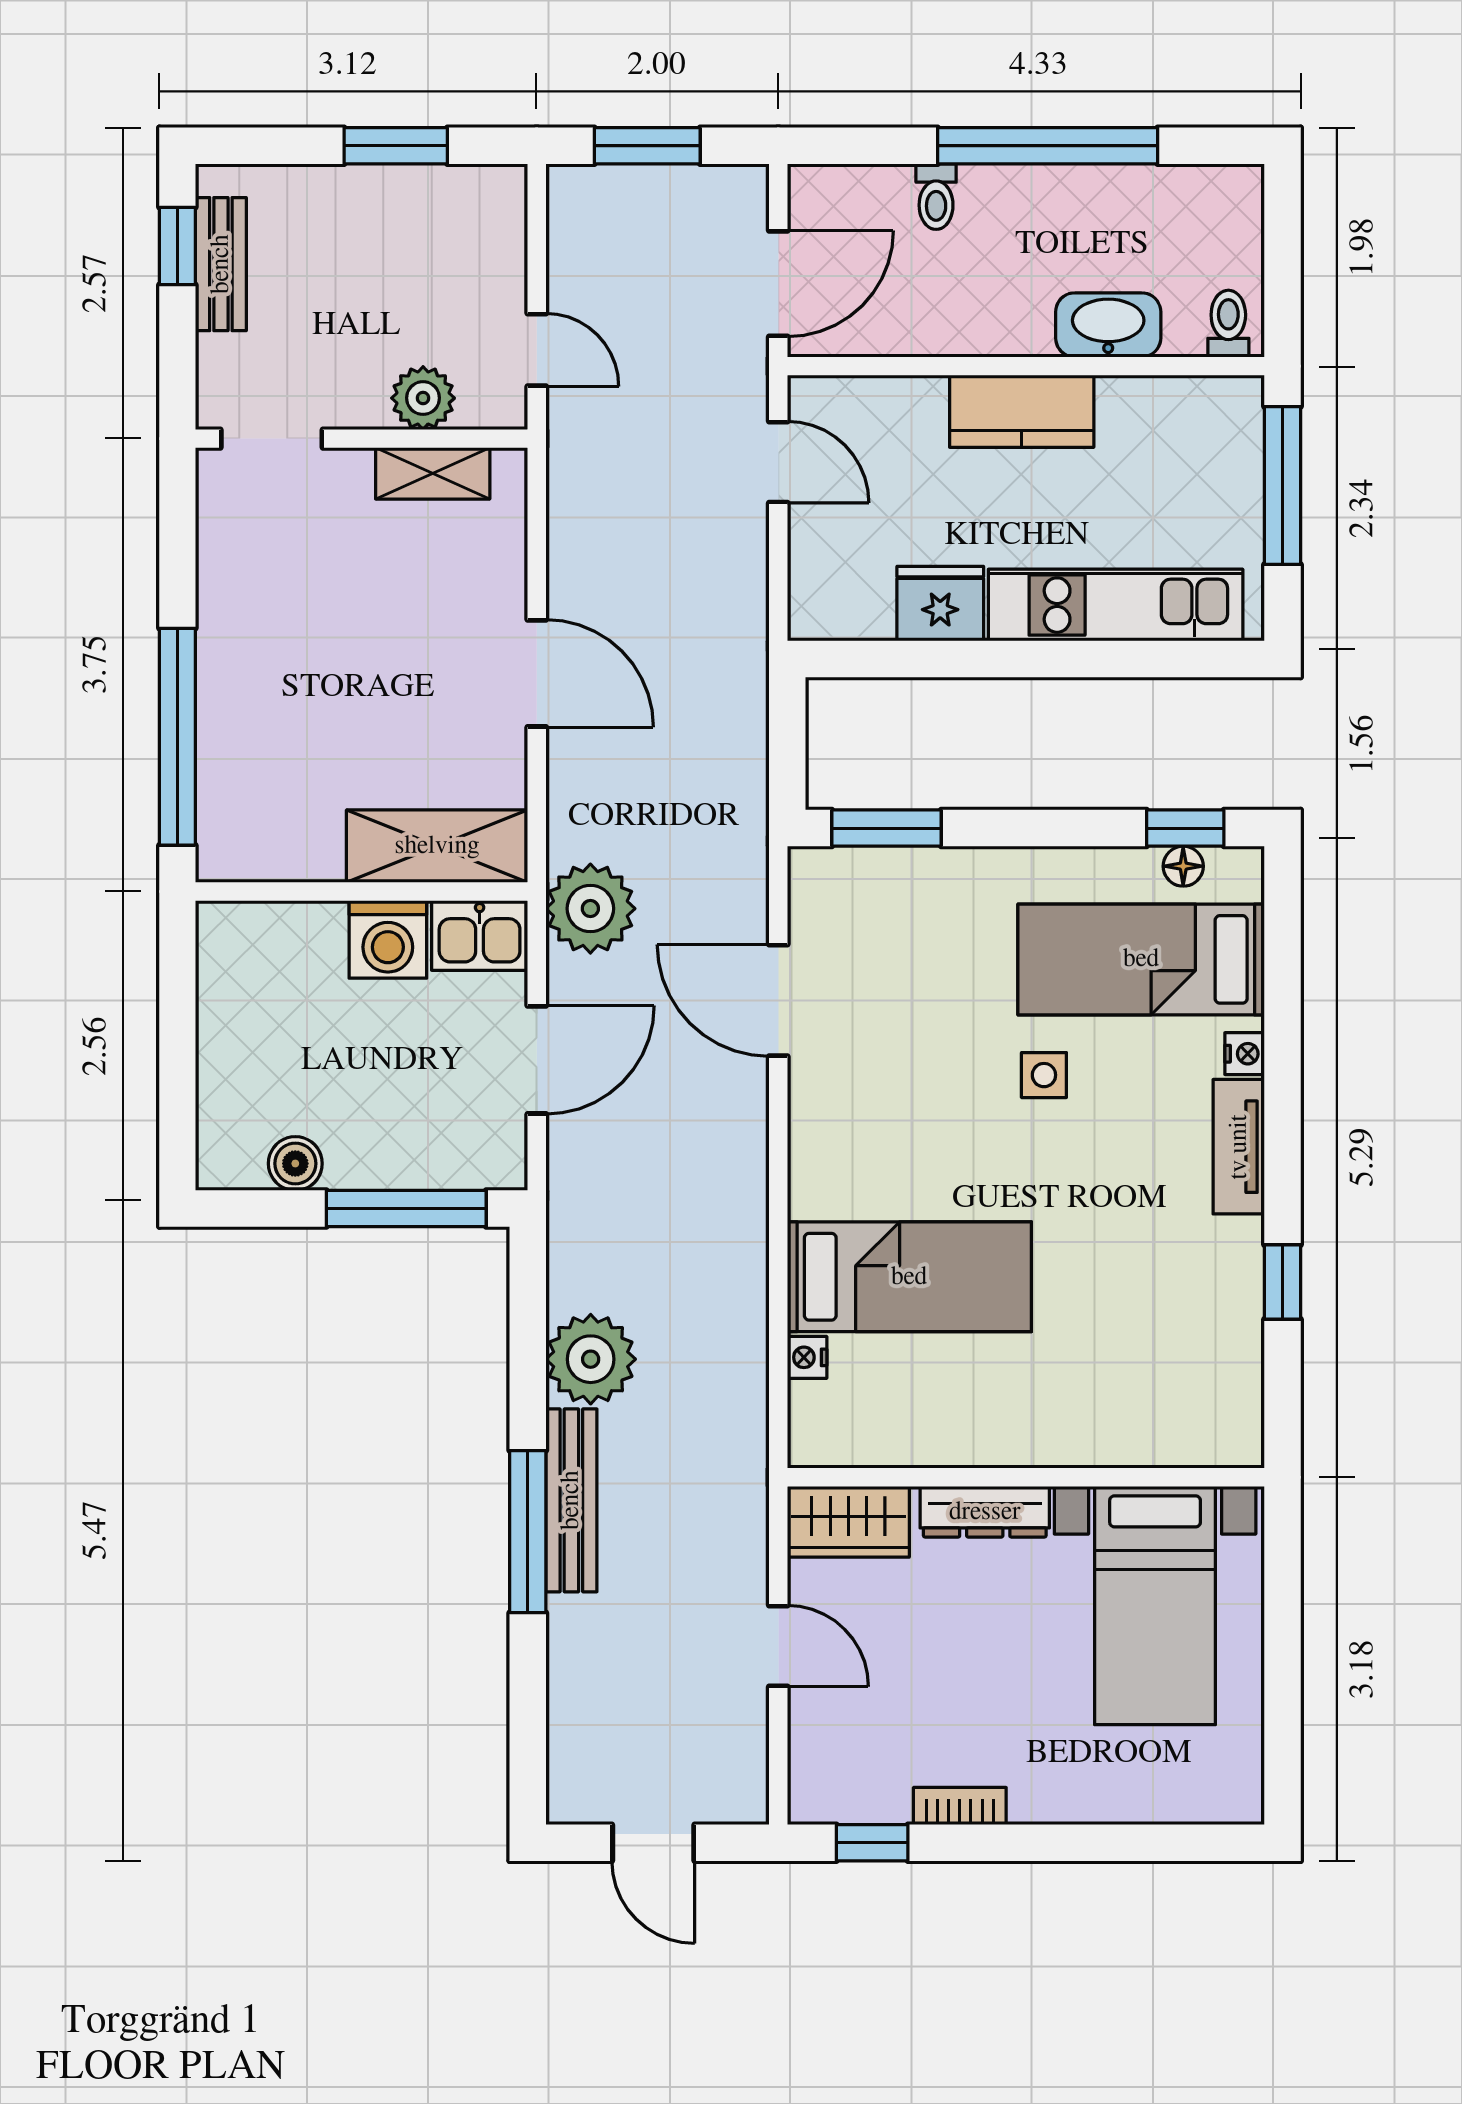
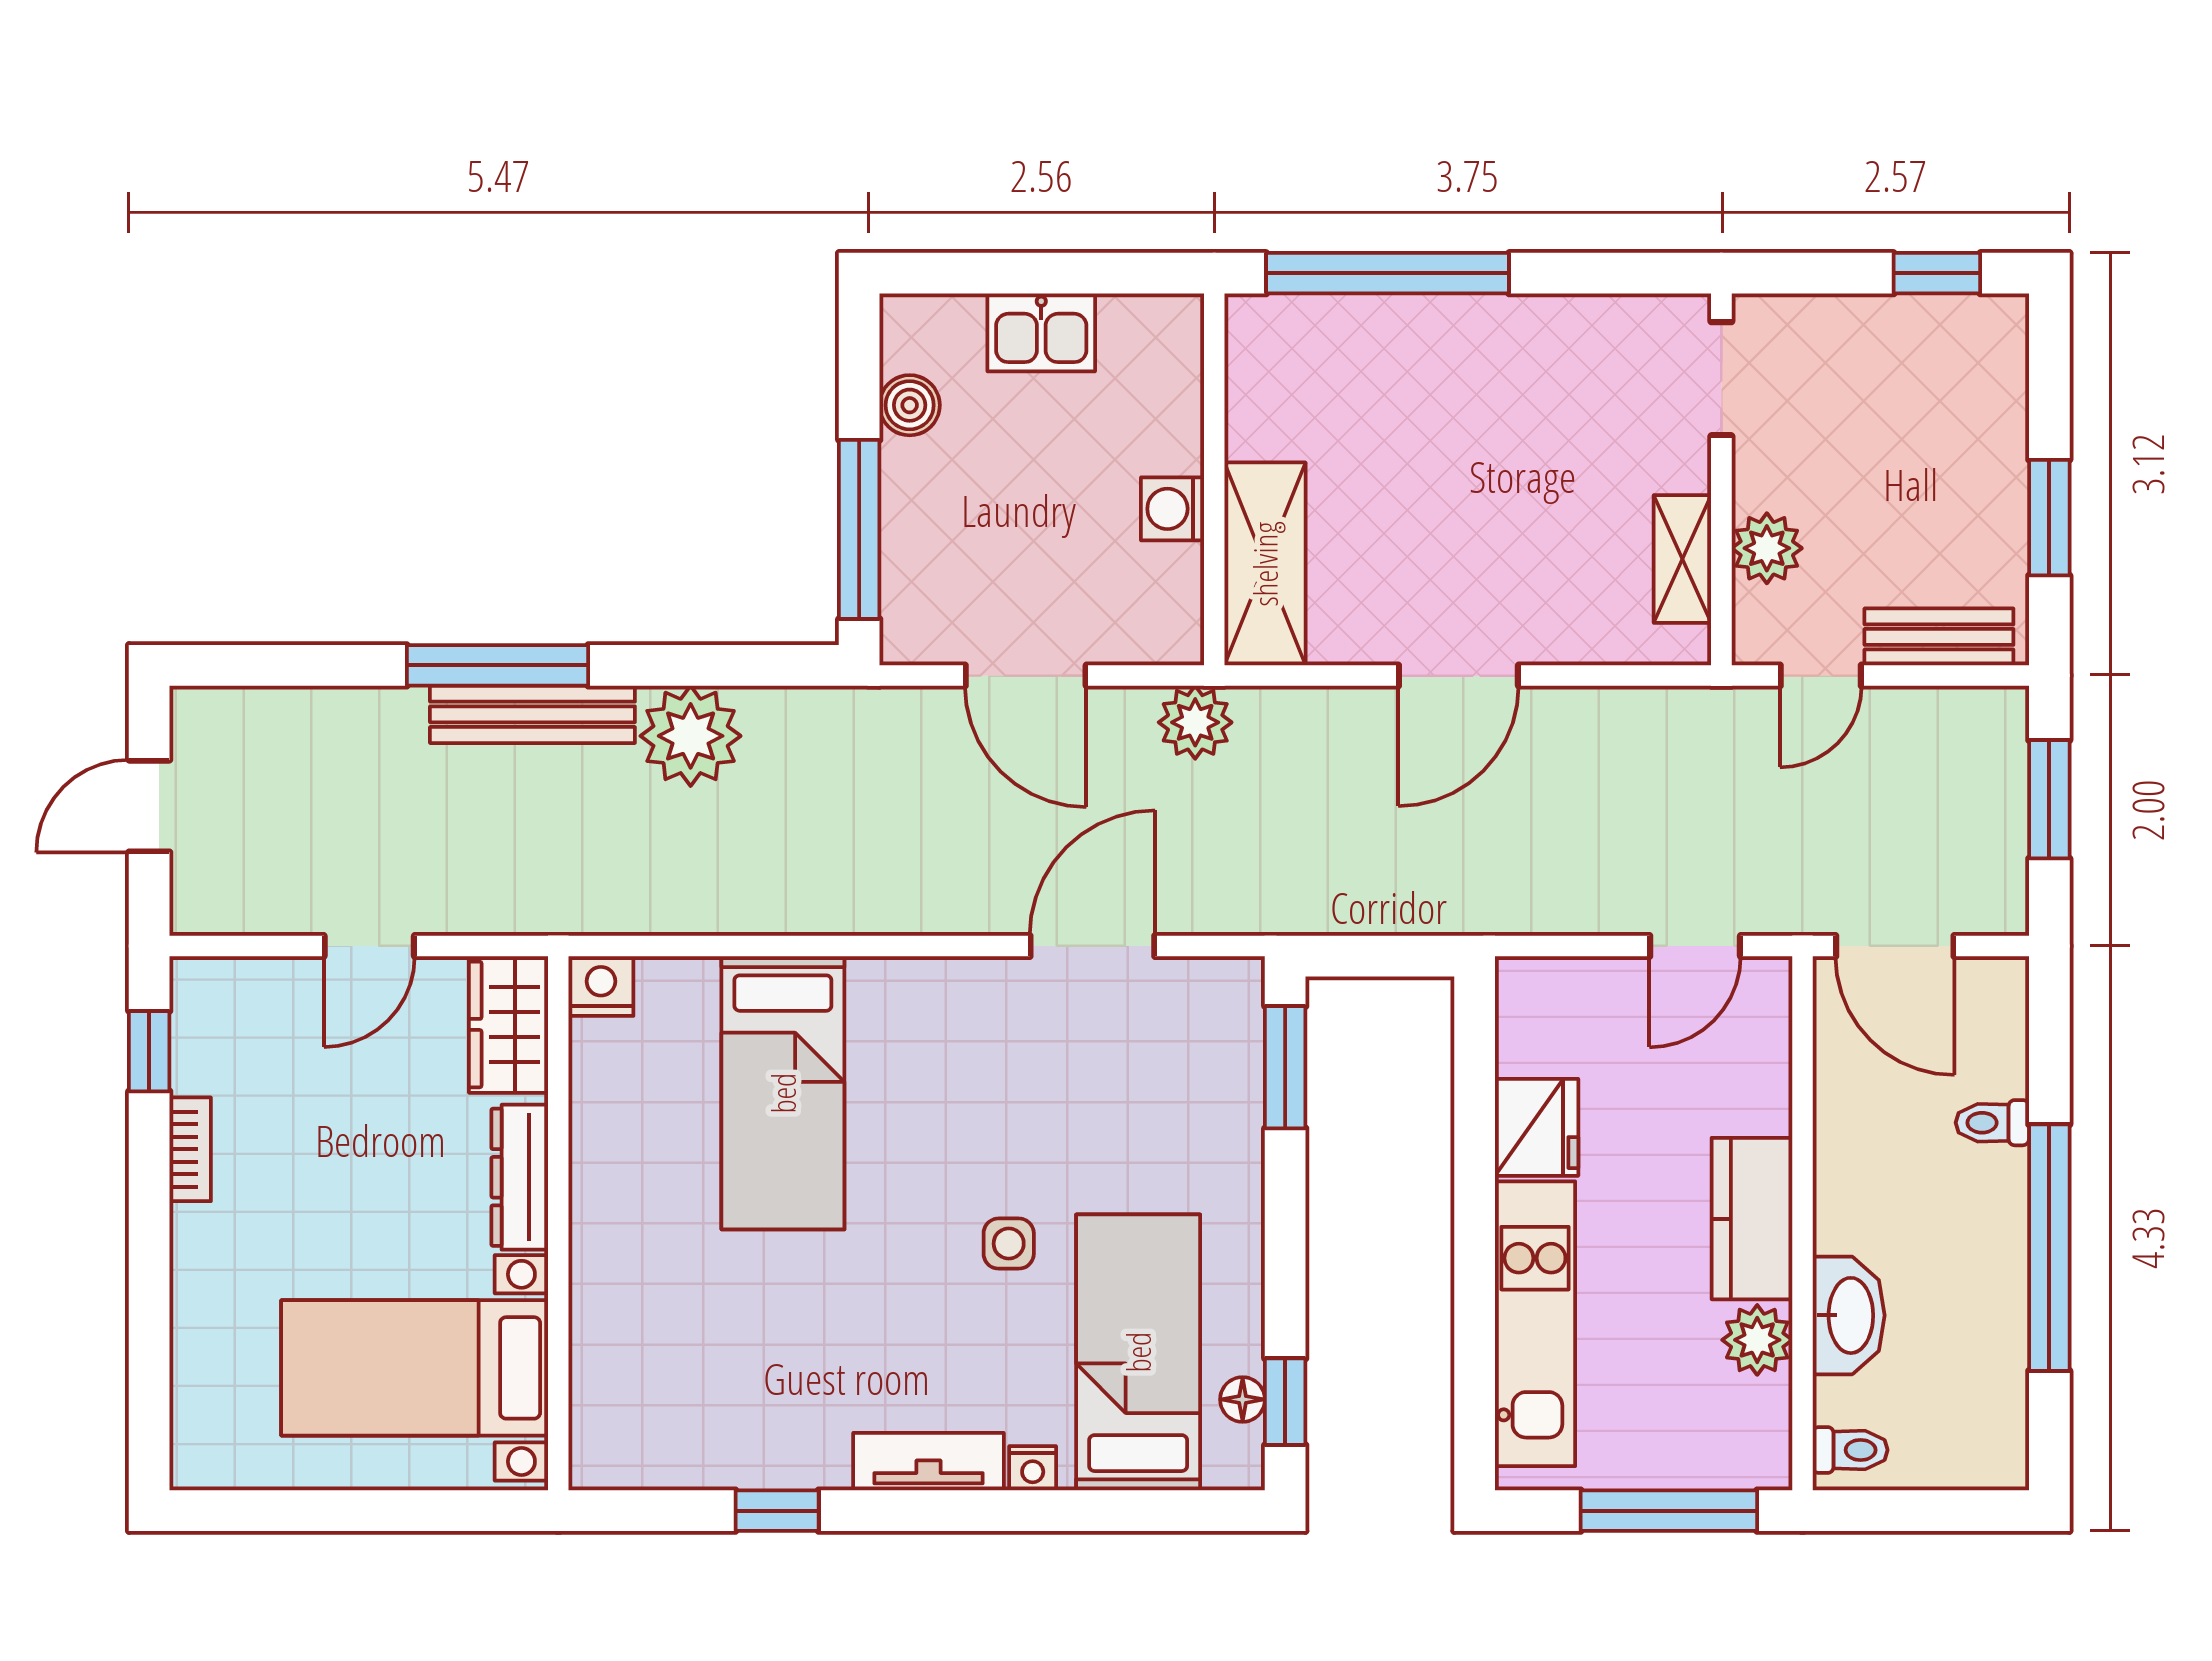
bench: (221, 264) -> (1939, 637), moved
plant: (1130, 407) -> (1757, 1340), added
plant: (590, 909) -> (1195, 722), width x0.73, depth x0.73
kitchen sink: (480, 935) -> (1041, 332), moved, turned -90
washing machine: (388, 939) -> (1173, 509), width x0.73, depth x0.73
nightstand: (807, 1357) -> (601, 986), moved, width x1.39, depth x1.35

